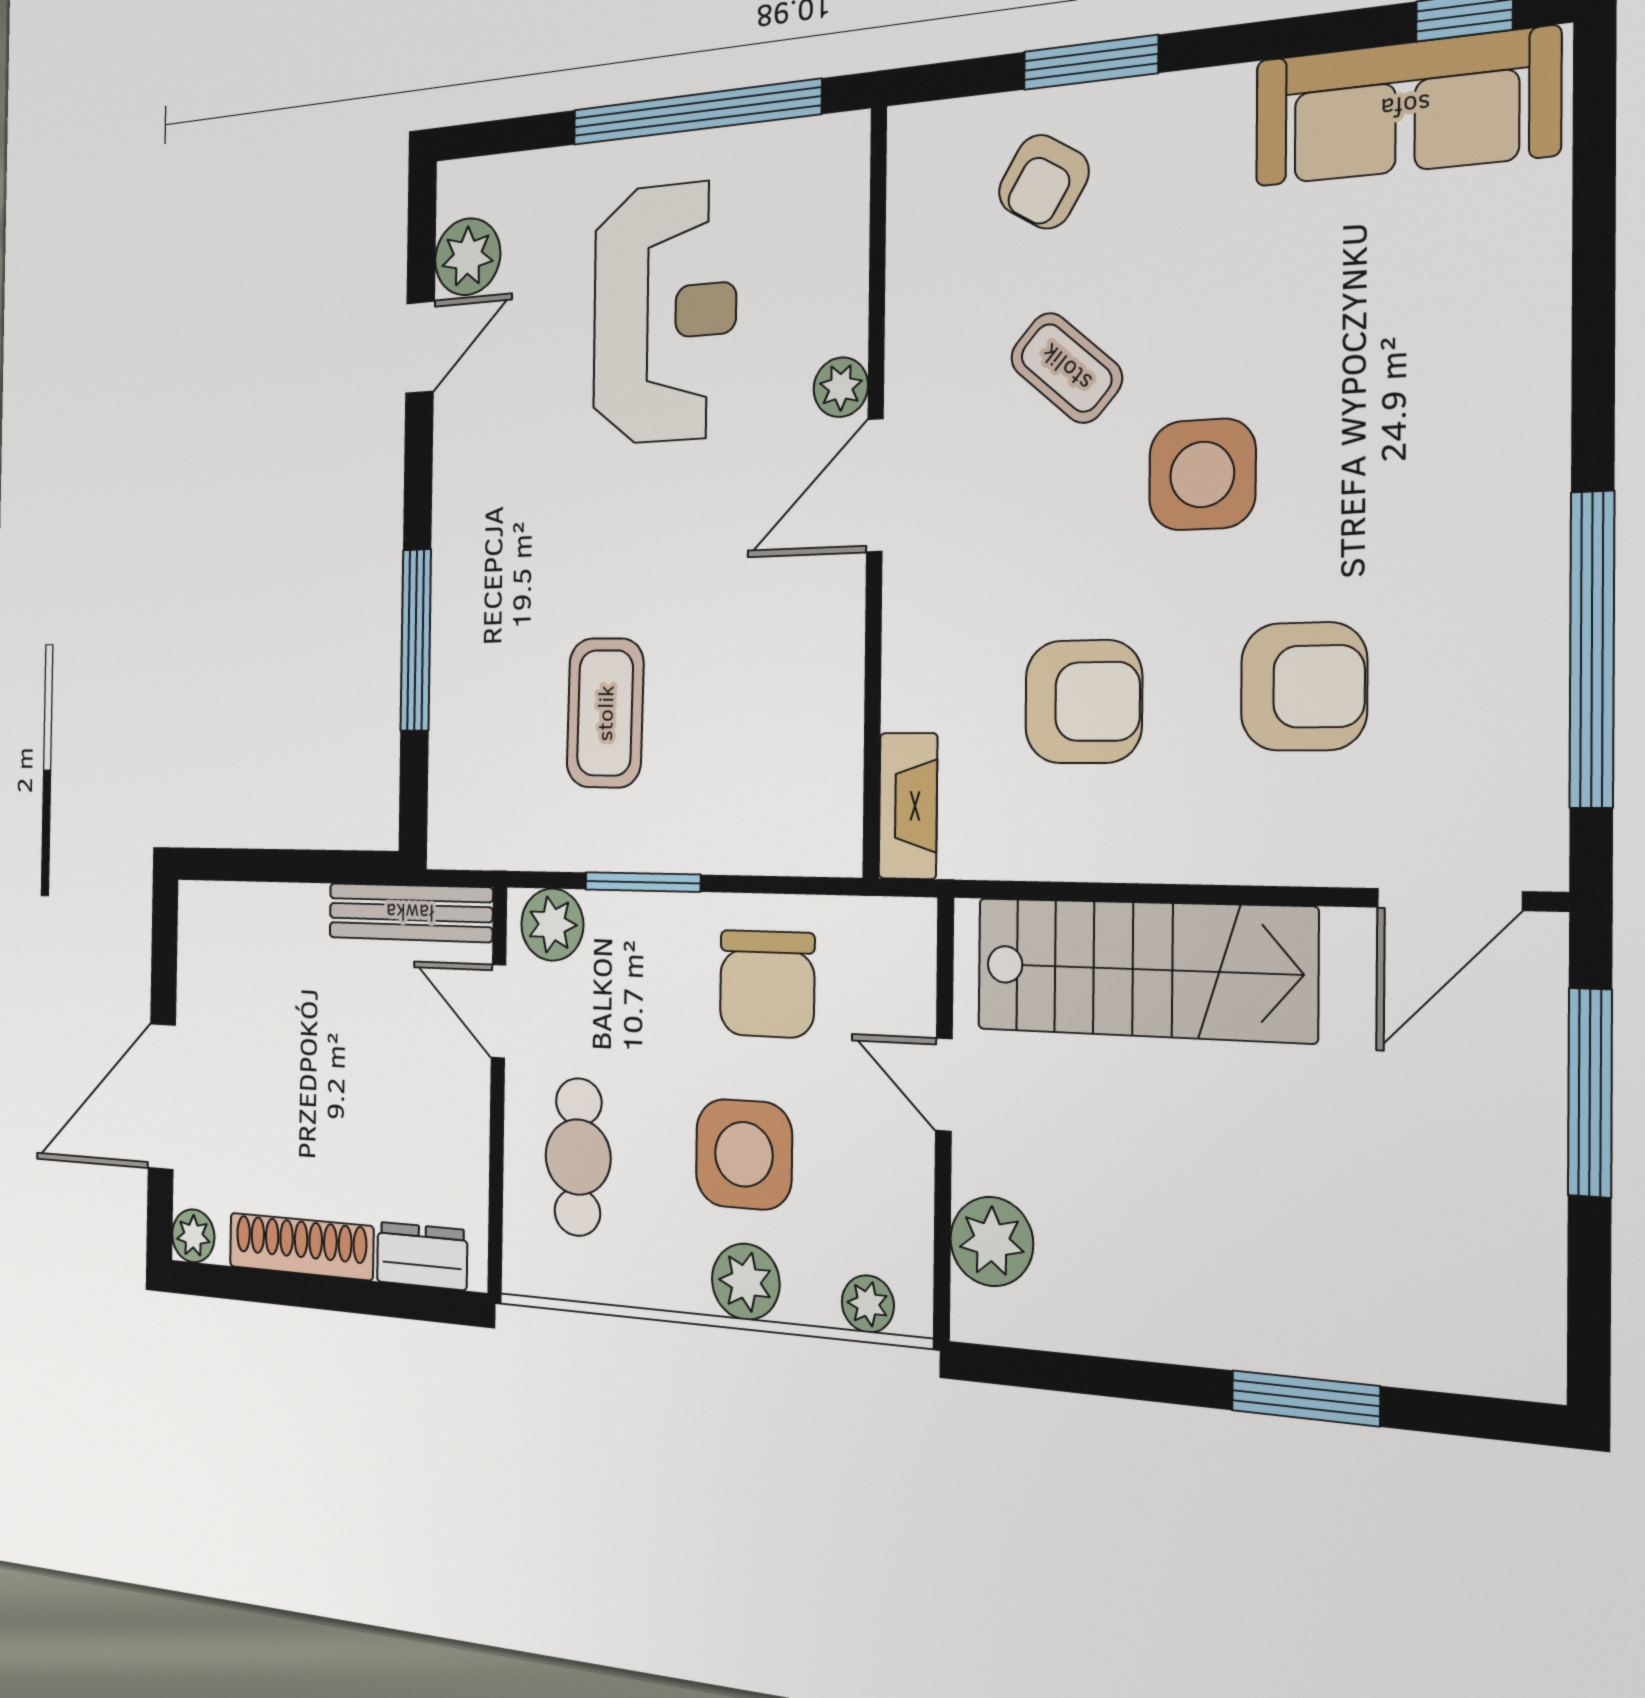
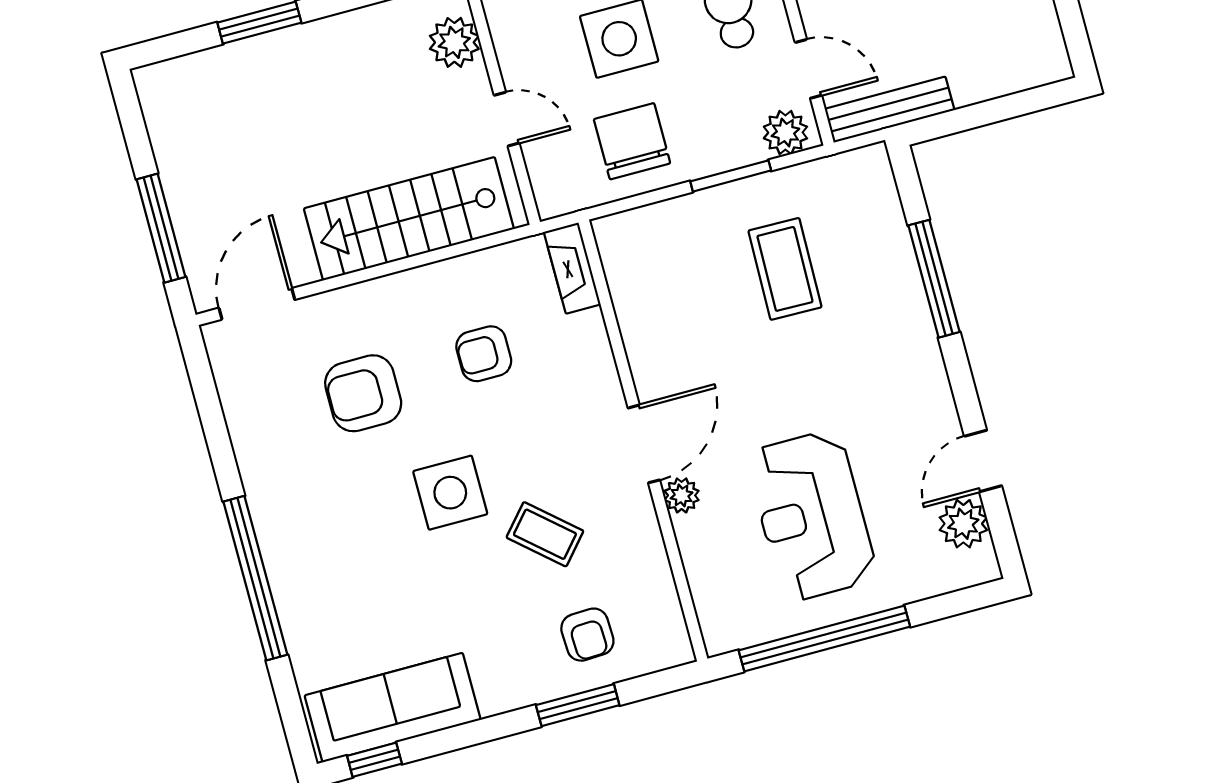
armchair: (1044, 182) -> (587, 635), turned 147
window: (1592, 649) -> (255, 578), moved
armchair: (1083, 702) -> (484, 354), width x0.72, depth x0.72

